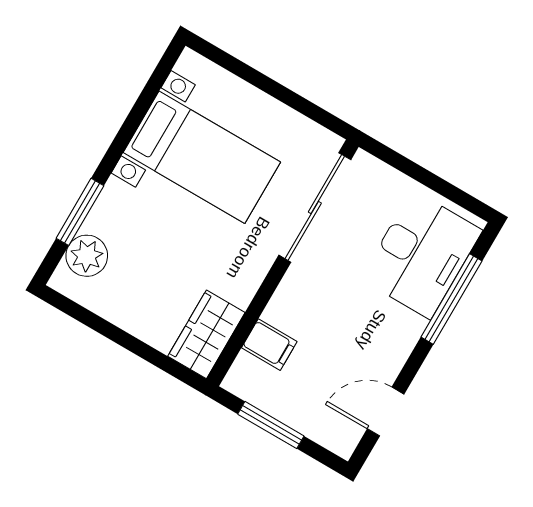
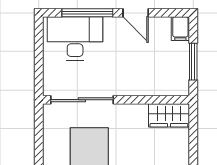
filing cabinet: (269, 345) -> (180, 29), moved, turned 180
door: (386, 411) -> (136, 13), moved

